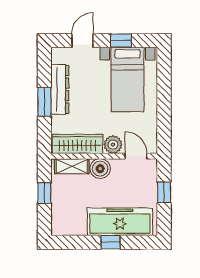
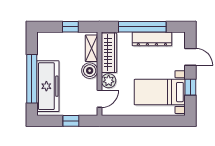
window: (44, 102) -> (142, 27), width x2.11
window: (111, 242) -> (32, 79), width x3.17

